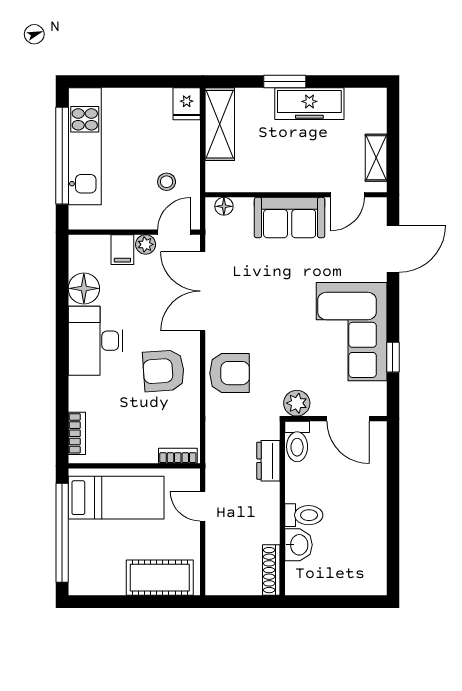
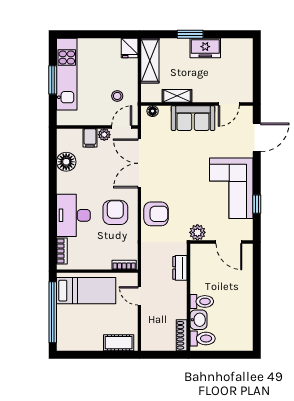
freezer: (309, 104) -> (205, 48), width x0.71
window: (62, 156) -> (53, 80), width x0.47
shelving: (376, 158) -> (177, 96), moved, turned 90
desk: (95, 341) -> (73, 215), moved
armchair: (164, 371) -> (115, 212), turned 94
toilet: (297, 441) -> (203, 339), moved, turned -90
cot: (160, 578) -> (119, 343), width x0.73, depth x0.75

